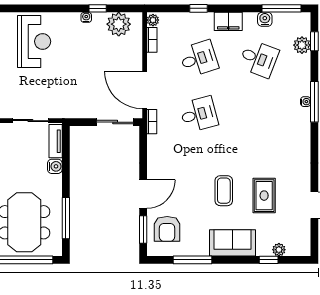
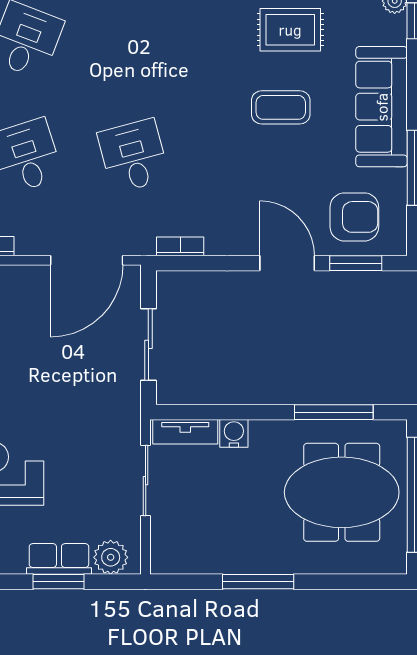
sliding door: (115, 122) -> (148, 344), moved
bookcase: (152, 122) -> (180, 246), moved
sofa: (232, 243) -> (382, 107), width x1.36

